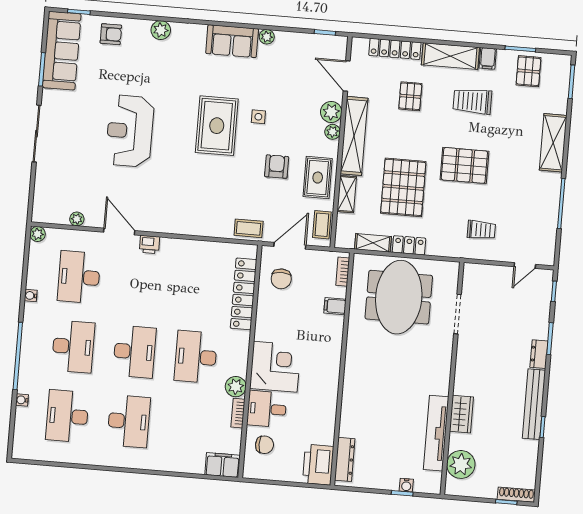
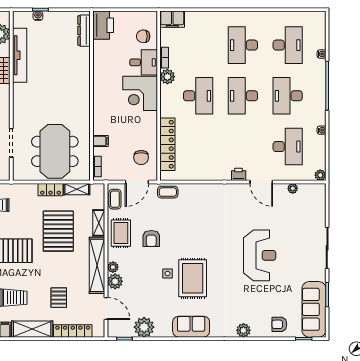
plant: (267, 37) -> (144, 327), moved, width x1.88, depth x1.88
rug: (217, 126) -> (193, 278), moved
chair: (281, 279) -> (141, 158), turned 180

